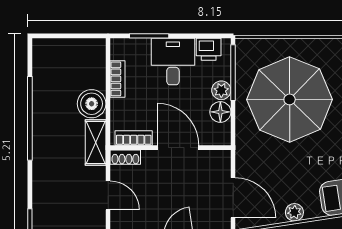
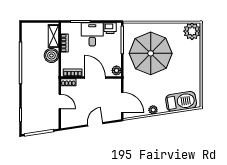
plant: (221, 90) -> (116, 70), moved
floor lamp: (220, 112) -> (116, 60), removed
shelving: (96, 143) -> (53, 36), moved

